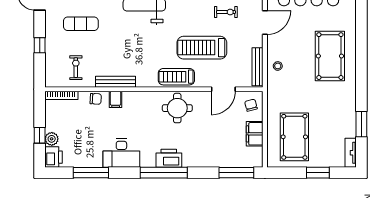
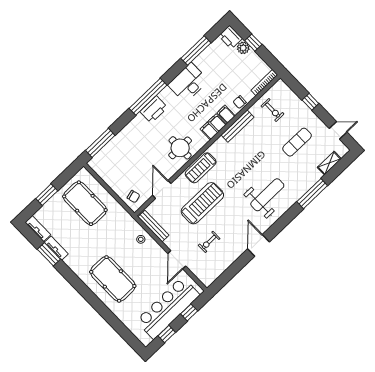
treadmill: (176, 77) -> (201, 168), turned 180
tv unit: (351, 123) -> (56, 248), added
filing cabinet: (255, 134) -> (213, 127), moved, turned -90

